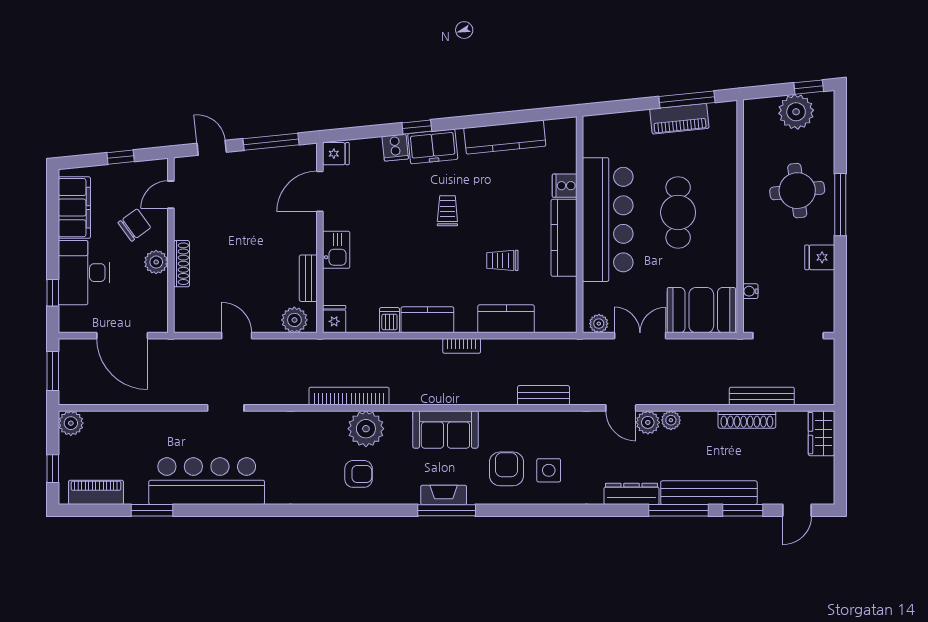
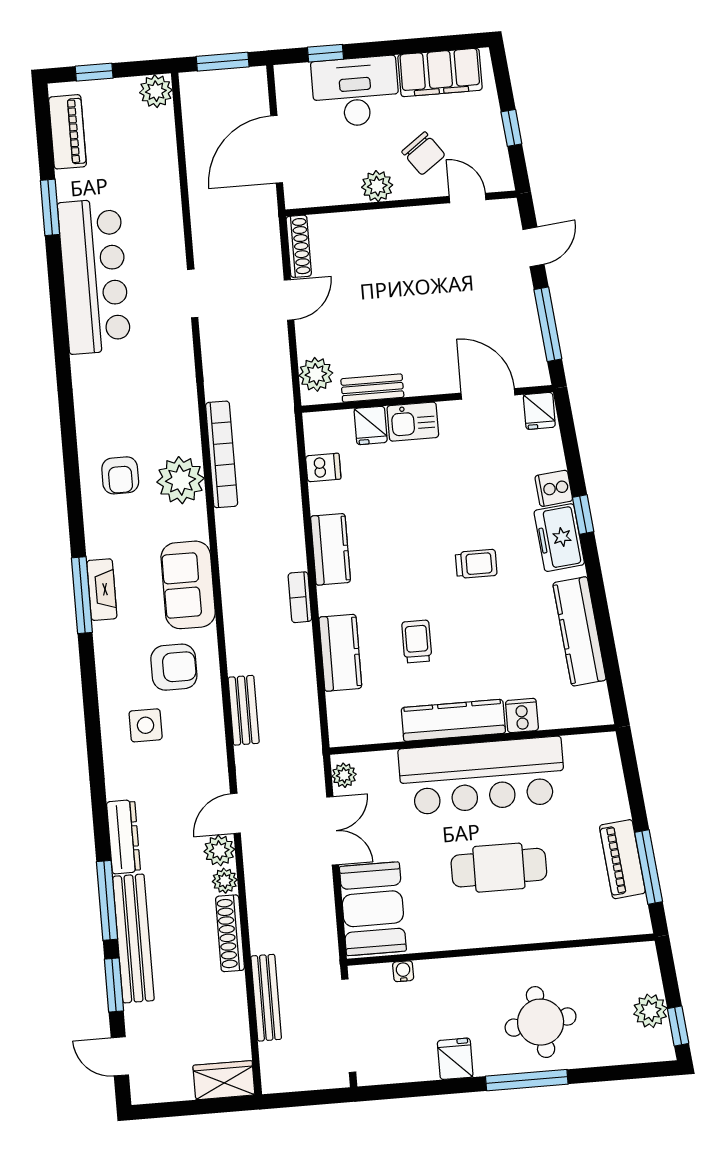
plant: (796, 112) -> (650, 1011), width x0.73, depth x0.73
shoe rack: (181, 264) -> (299, 246), moved, turned -90
fridge: (334, 319) -> (371, 425), moved, turned 90
dishwasher: (389, 320) -> (323, 467), moved
shoe rack: (747, 419) -> (230, 933), moved
armchair: (506, 469) -> (174, 667), moved

